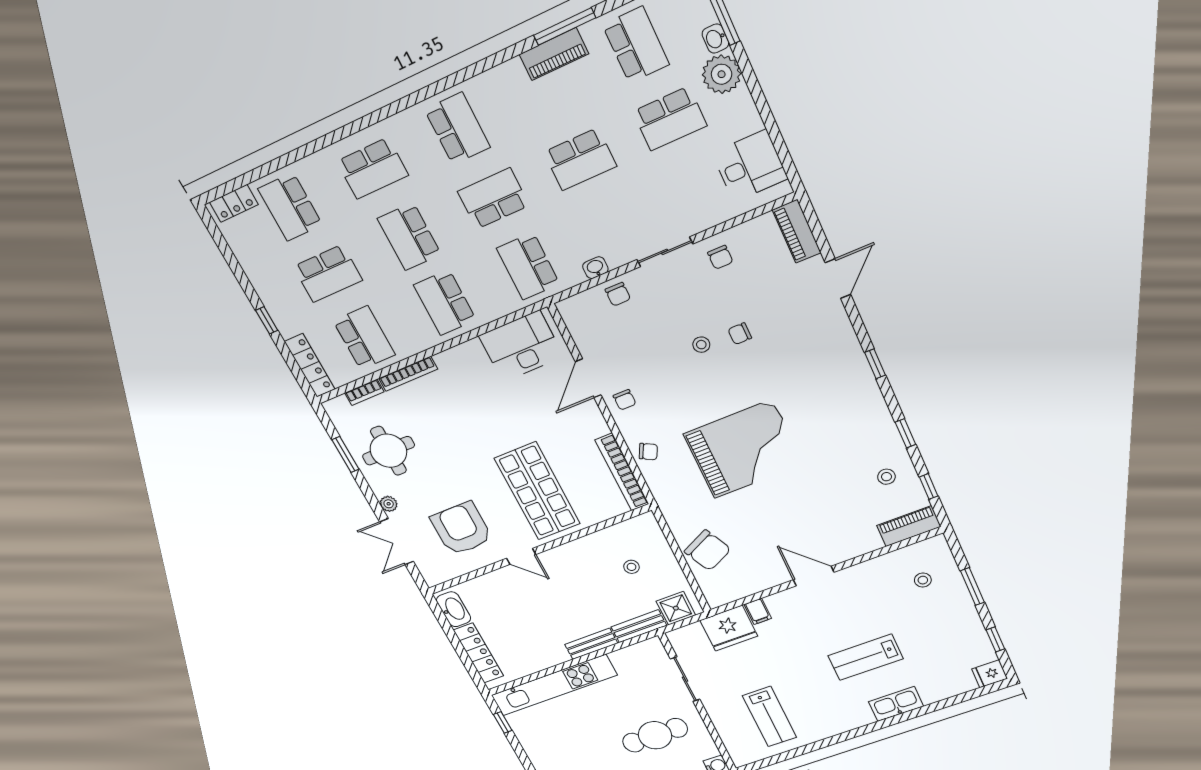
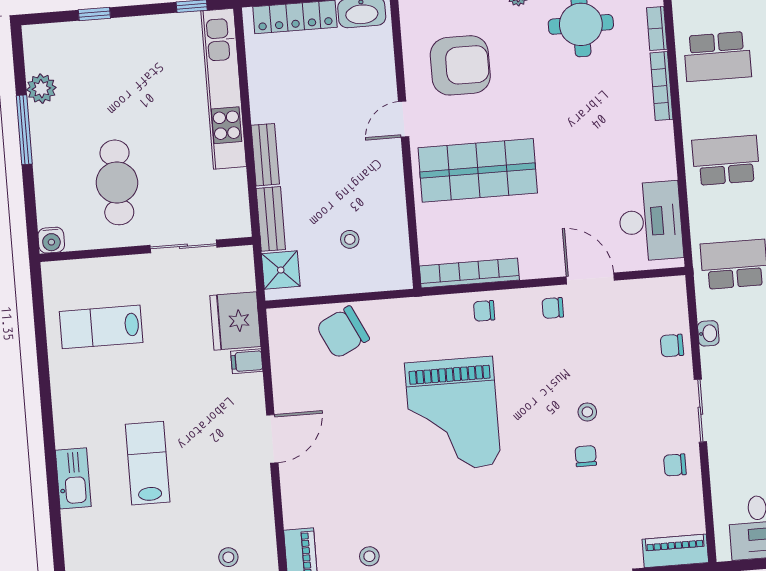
chair: (648, 452) -> (484, 311), turned 62

